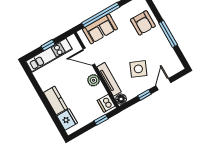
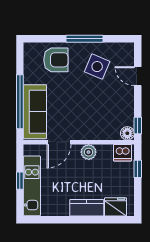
sofa: (100, 29) -> (35, 112), width x1.36
side table: (138, 69) -> (97, 67), moved
tv unit: (109, 79) -> (97, 134), removed
window: (144, 95) -> (138, 126), moved

